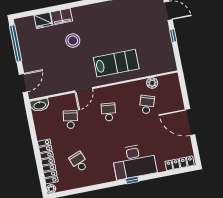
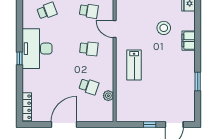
filing cabinet: (61, 17) -> (189, 41), moved
lab bench: (116, 63) -> (134, 65), width x0.73, depth x0.72
desk: (134, 161) -> (37, 49), moved

